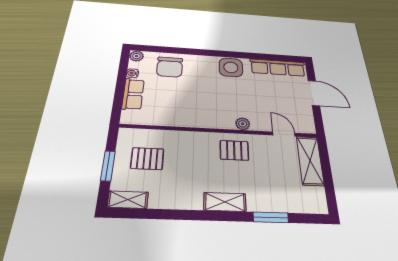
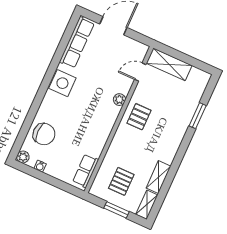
row of seats: (133, 94) -> (86, 171), moved, turned -90
shelving: (225, 202) -> (158, 177), moved

